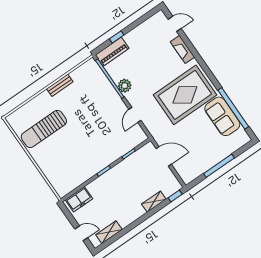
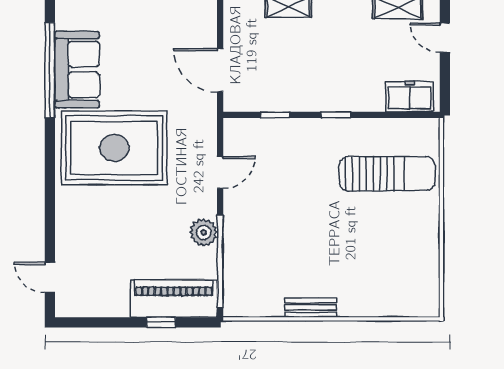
fireplace: (182, 49) -> (66, 226), removed
piano: (112, 52) -> (174, 299), width x1.37, depth x1.33
sun lounger: (44, 129) -> (387, 174), moved

